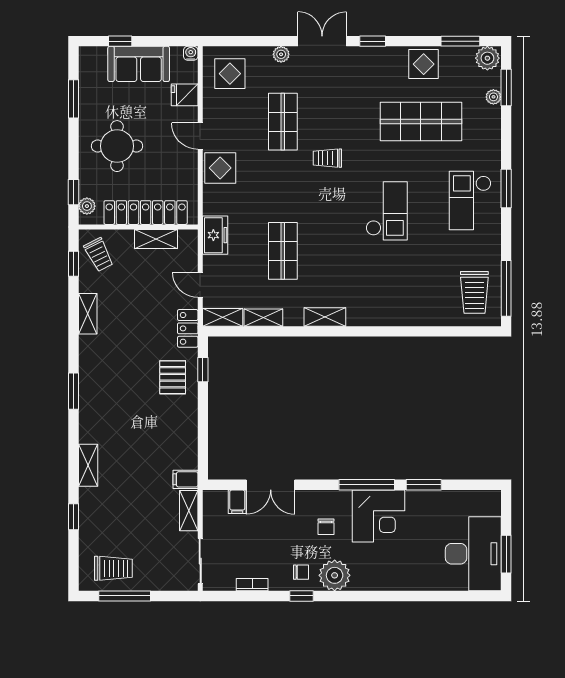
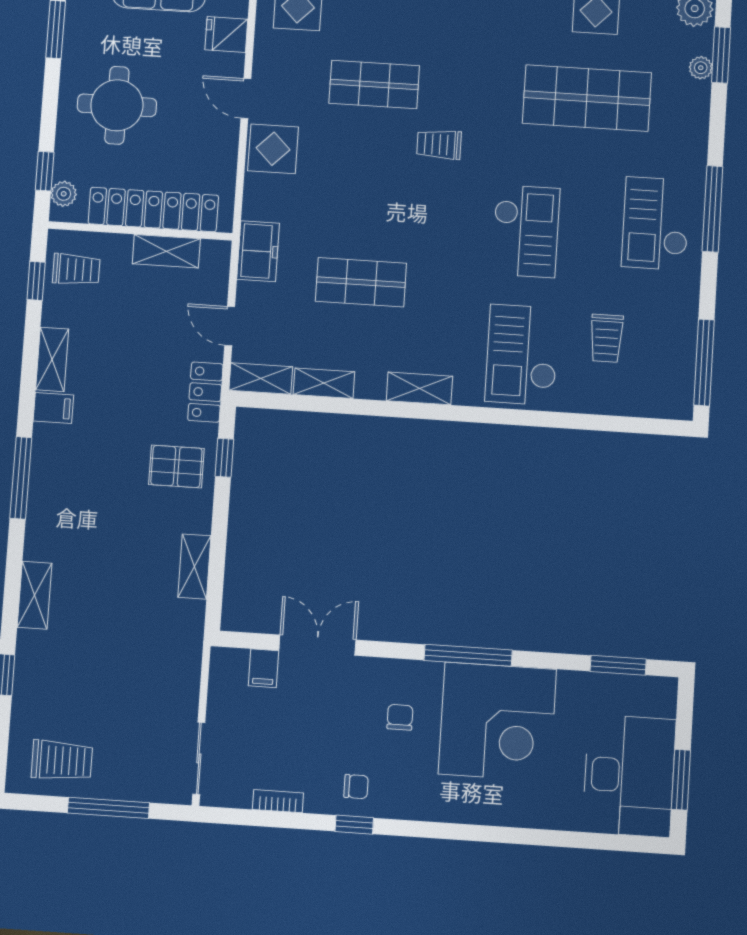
shop shelf: (283, 122) -> (374, 84), turned 90
window: (506, 189) -> (713, 209), width x1.44
shop shelf: (283, 251) -> (361, 282), turned 90
trolley: (99, 255) -> (76, 269), turned -63
checkout: (389, 291) -> (522, 355), added
trolley: (474, 292) -> (606, 338), moved, width x0.73, depth x0.72
pallet: (173, 377) -> (176, 466), turned 90
window: (73, 391) -> (21, 478), width x1.44
filing cabinet: (185, 479) -> (53, 408), moved, turned 180
double door: (271, 485) -> (317, 645), swing flipped
window: (424, 485) -> (618, 665), moved
shelving: (189, 511) -> (194, 567), moved
corner desk: (379, 516) -> (497, 722), width x1.36, depth x1.36
chair: (326, 527) -> (400, 717), turned 180
plant: (335, 575) -> (408, 795), removed
window: (125, 596) -> (108, 808), moved

